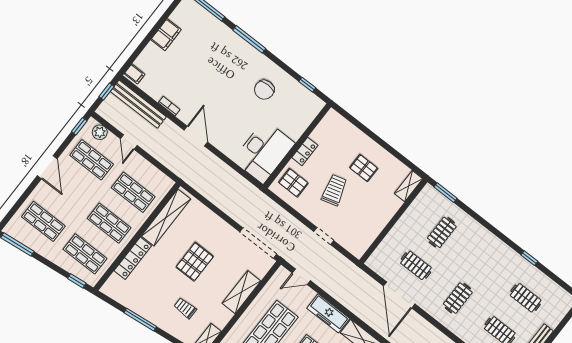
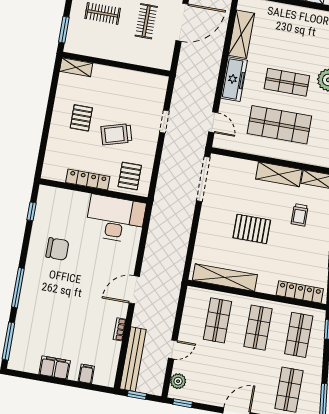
filing cabinet: (135, 74) -> (86, 374), moved
locker: (305, 151) -> (88, 179), width x1.53
shop shelf: (92, 160) -> (208, 375), removed
locker: (133, 258) -> (300, 292), moved
shelving: (241, 292) -> (279, 174), moved

